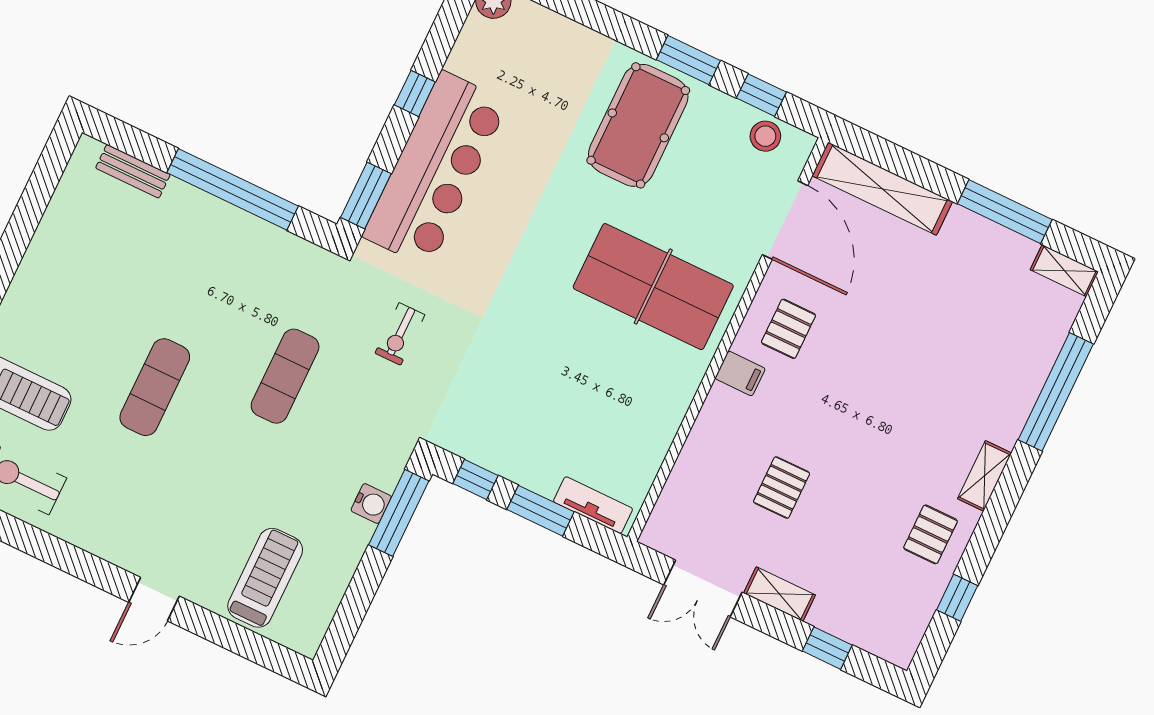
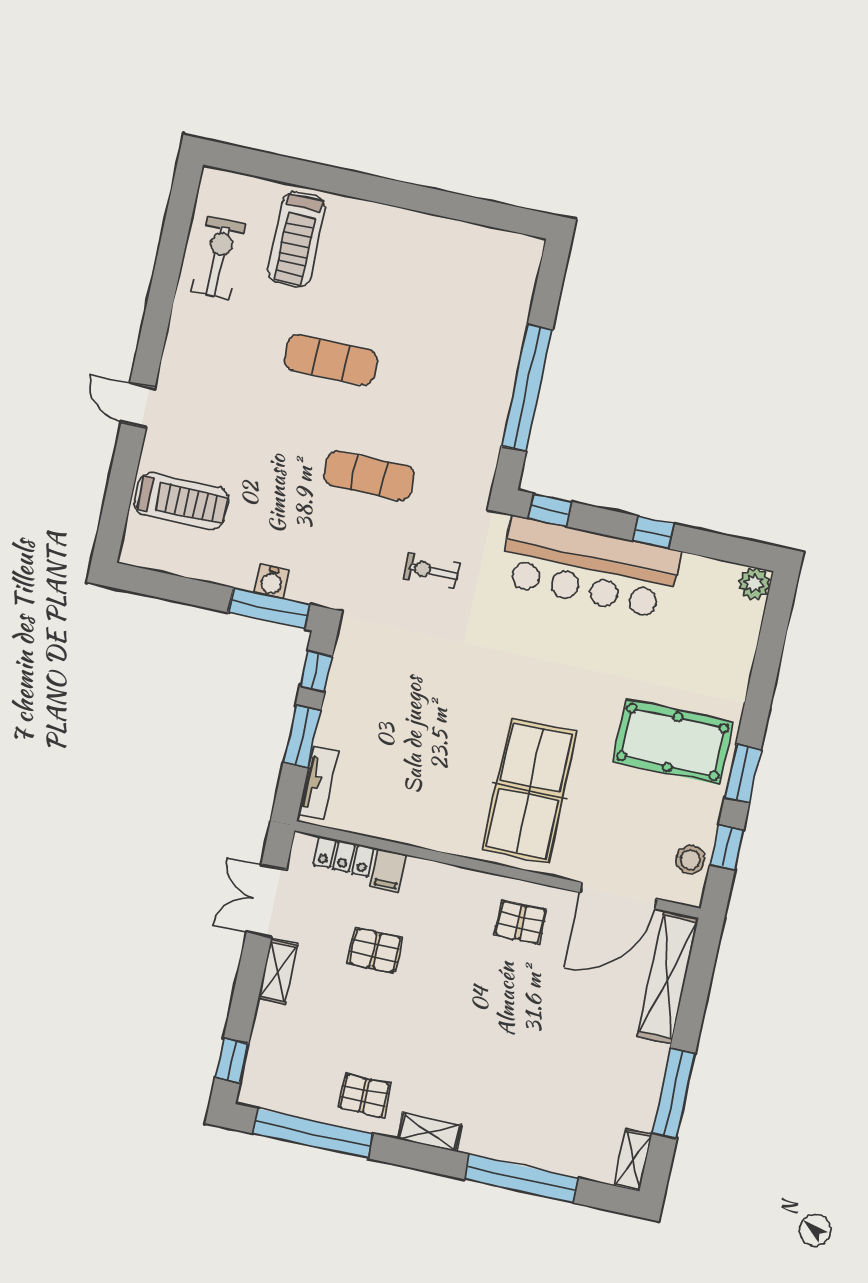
bench: (133, 171) -> (522, 293), removed
window: (366, 196) -> (550, 510), width x0.67
filing cabinet: (740, 373) -> (388, 871), moved
locker: (676, 497) -> (344, 856), added
window: (957, 598) -> (313, 1134), width x3.17
window: (827, 648) -> (232, 1060), moved

